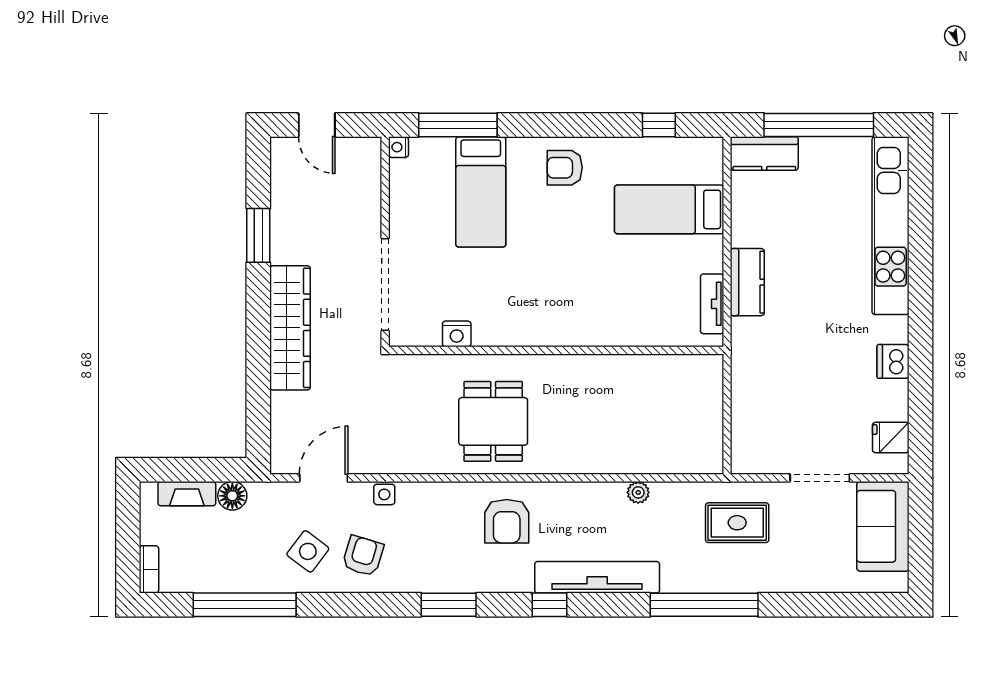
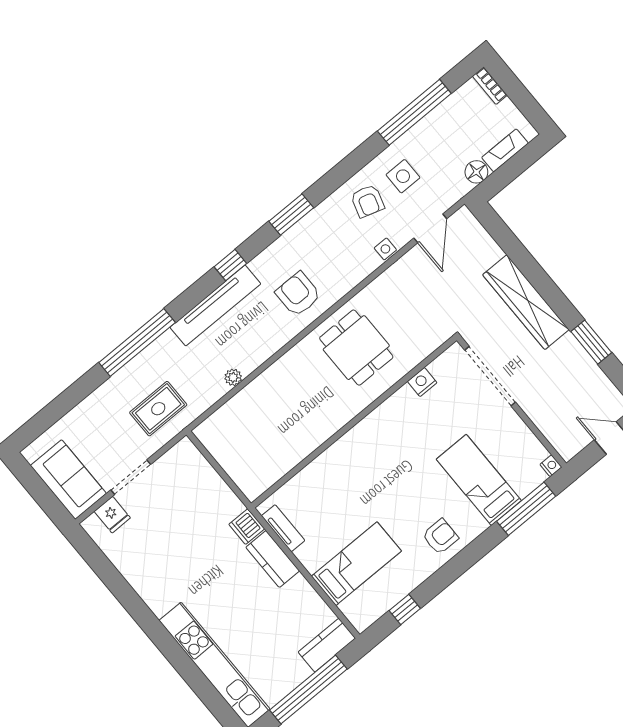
dishwasher: (893, 361) -> (247, 527), moved, turned 180
fridge: (891, 438) -> (112, 515), moved, turned 90
side table: (308, 551) -> (403, 176), turned -37

